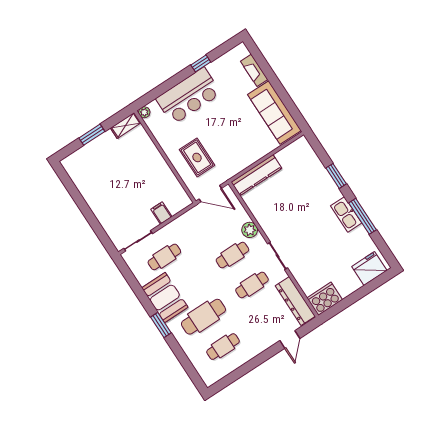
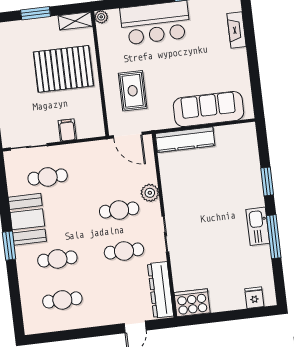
sofa: (274, 112) -> (208, 109), moved, turned 90
pallet: (135, 167) -> (63, 69), added
fridge: (369, 269) -> (254, 298), width x0.53, depth x0.75
cafe table: (203, 317) -> (57, 259), width x0.73, depth x0.74

